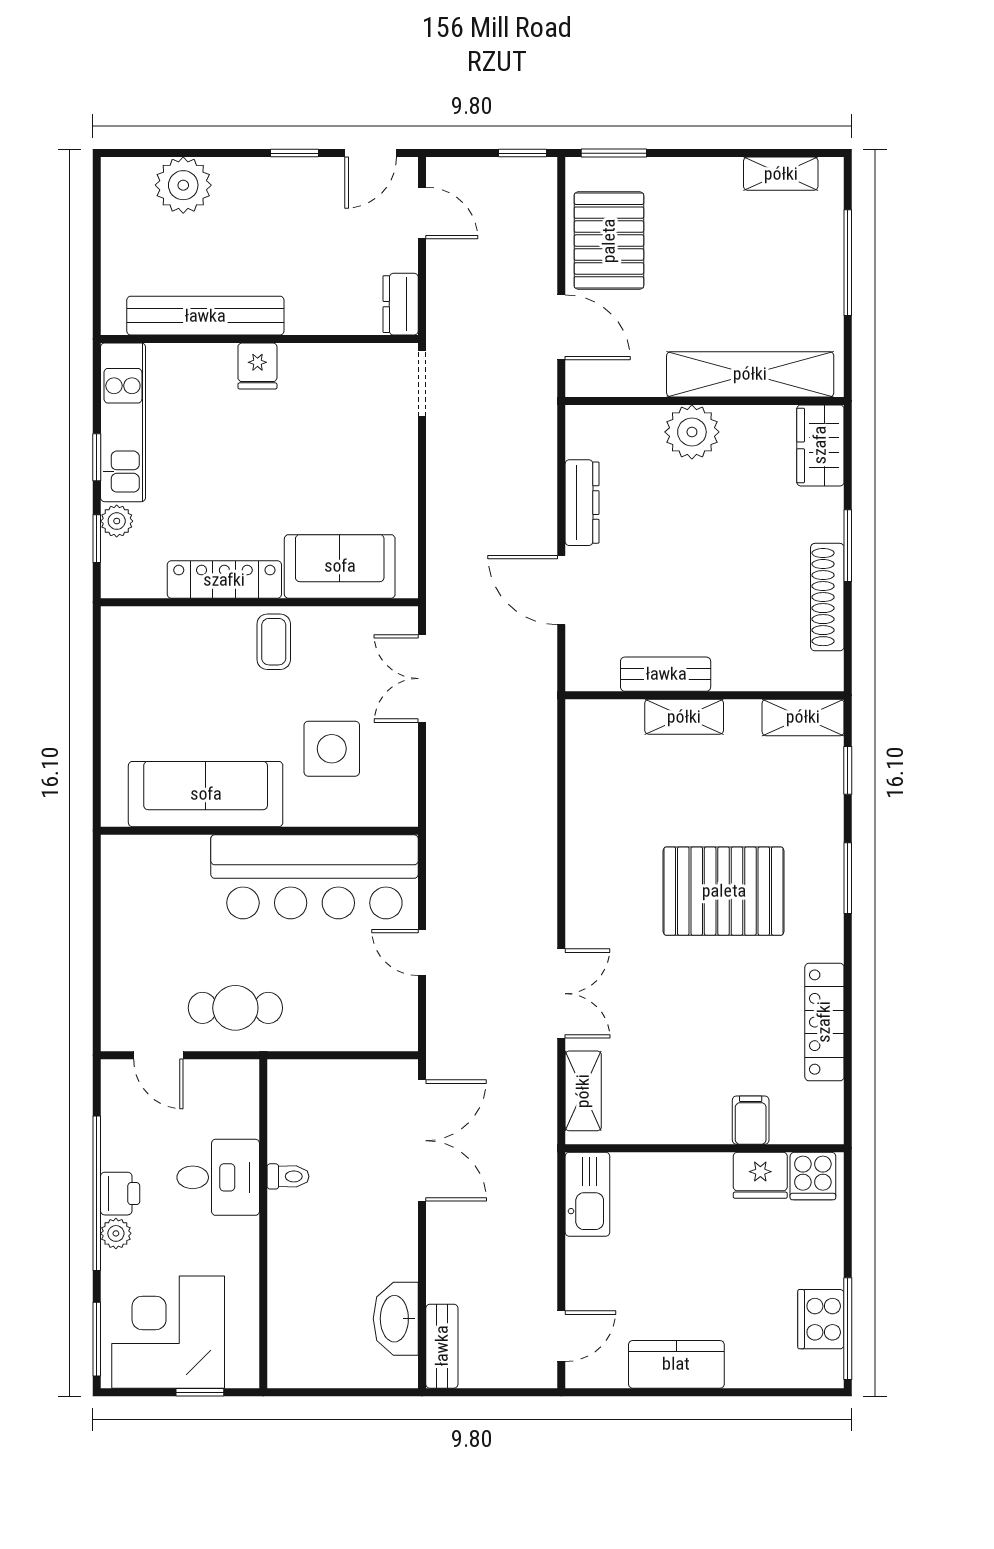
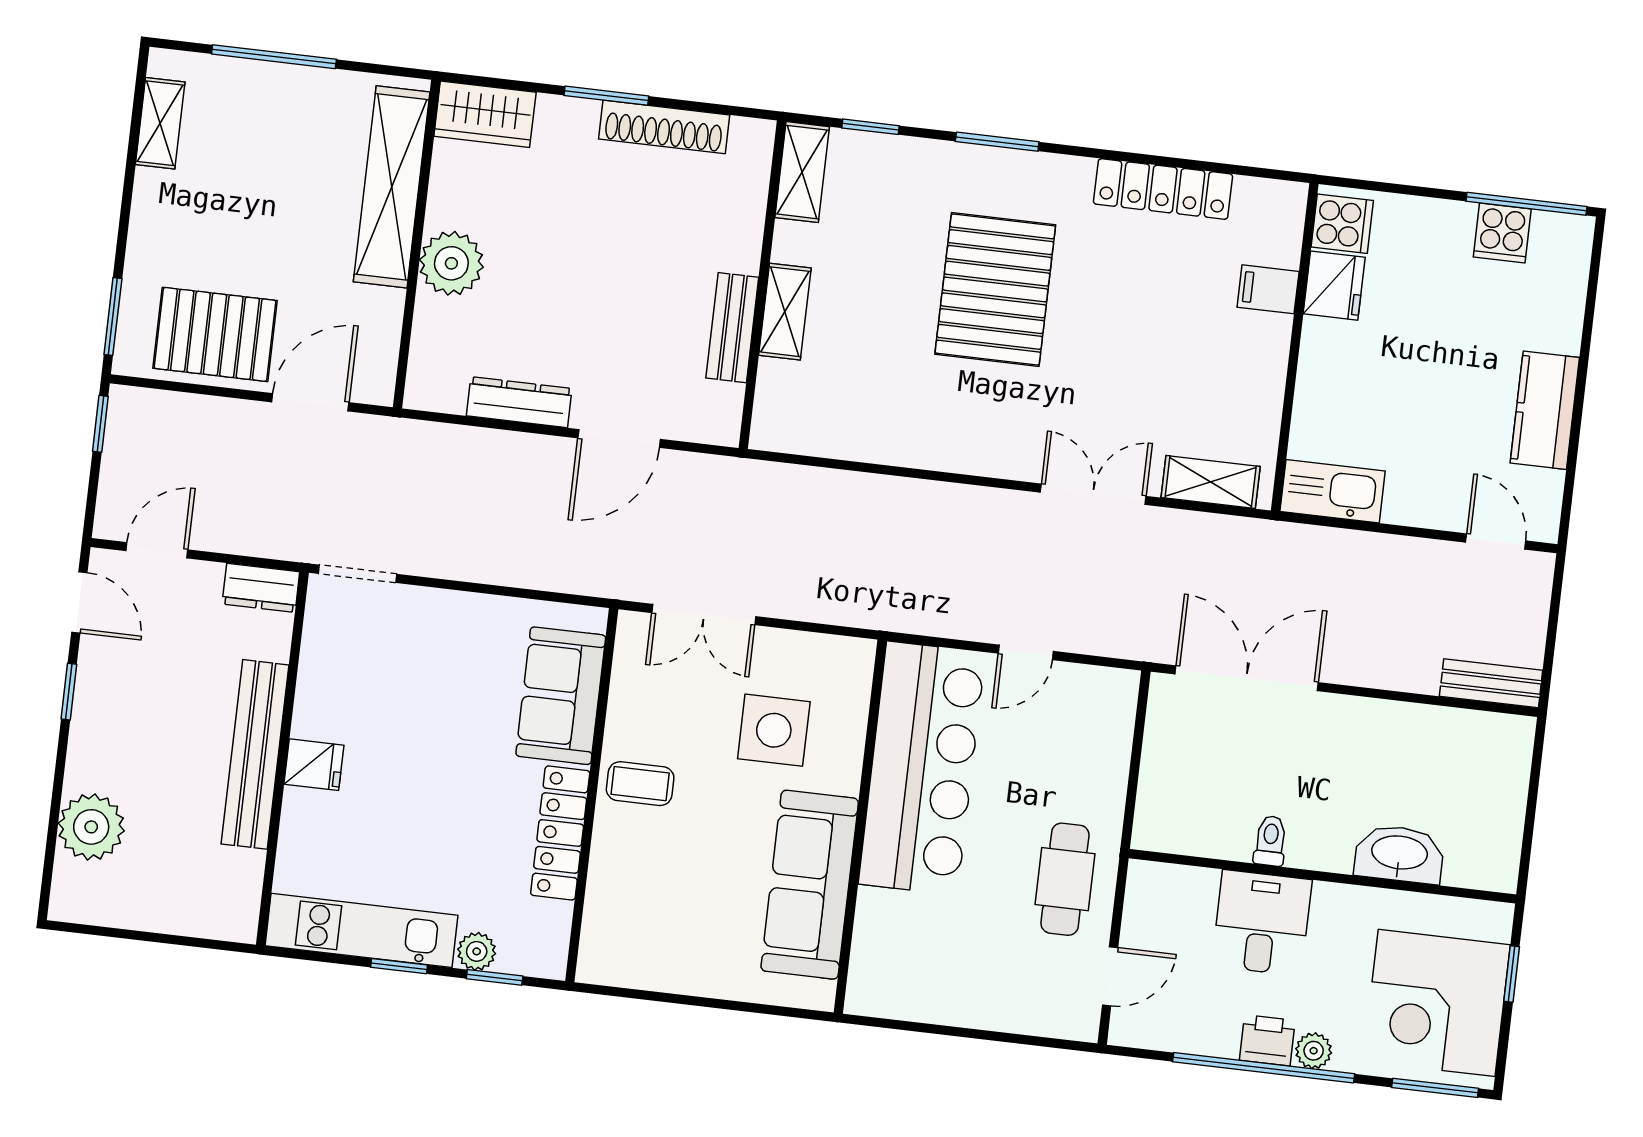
bench: (205, 316) -> (255, 754), moved
washbasin: (396, 1319) -> (1399, 854), moved, turned 180
cooker: (821, 1319) -> (1502, 233), width x0.73

